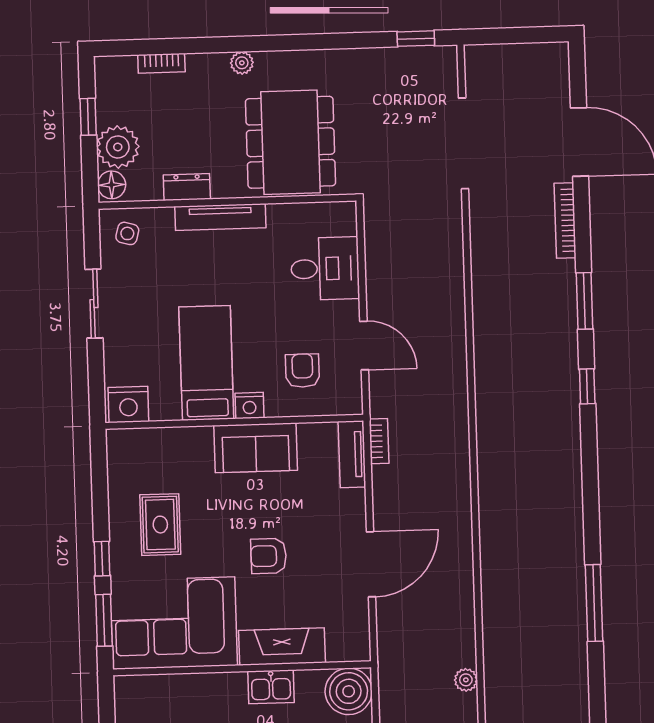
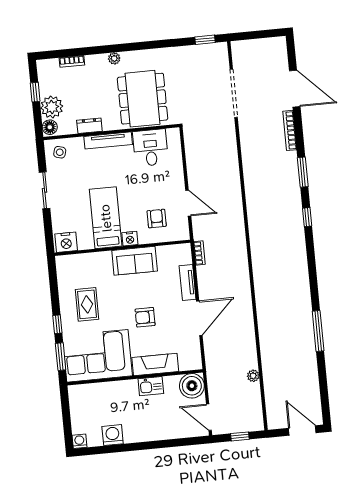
desk: (325, 269) -> (151, 148), moved, turned -90
tv unit: (352, 454) -> (188, 282), moved

